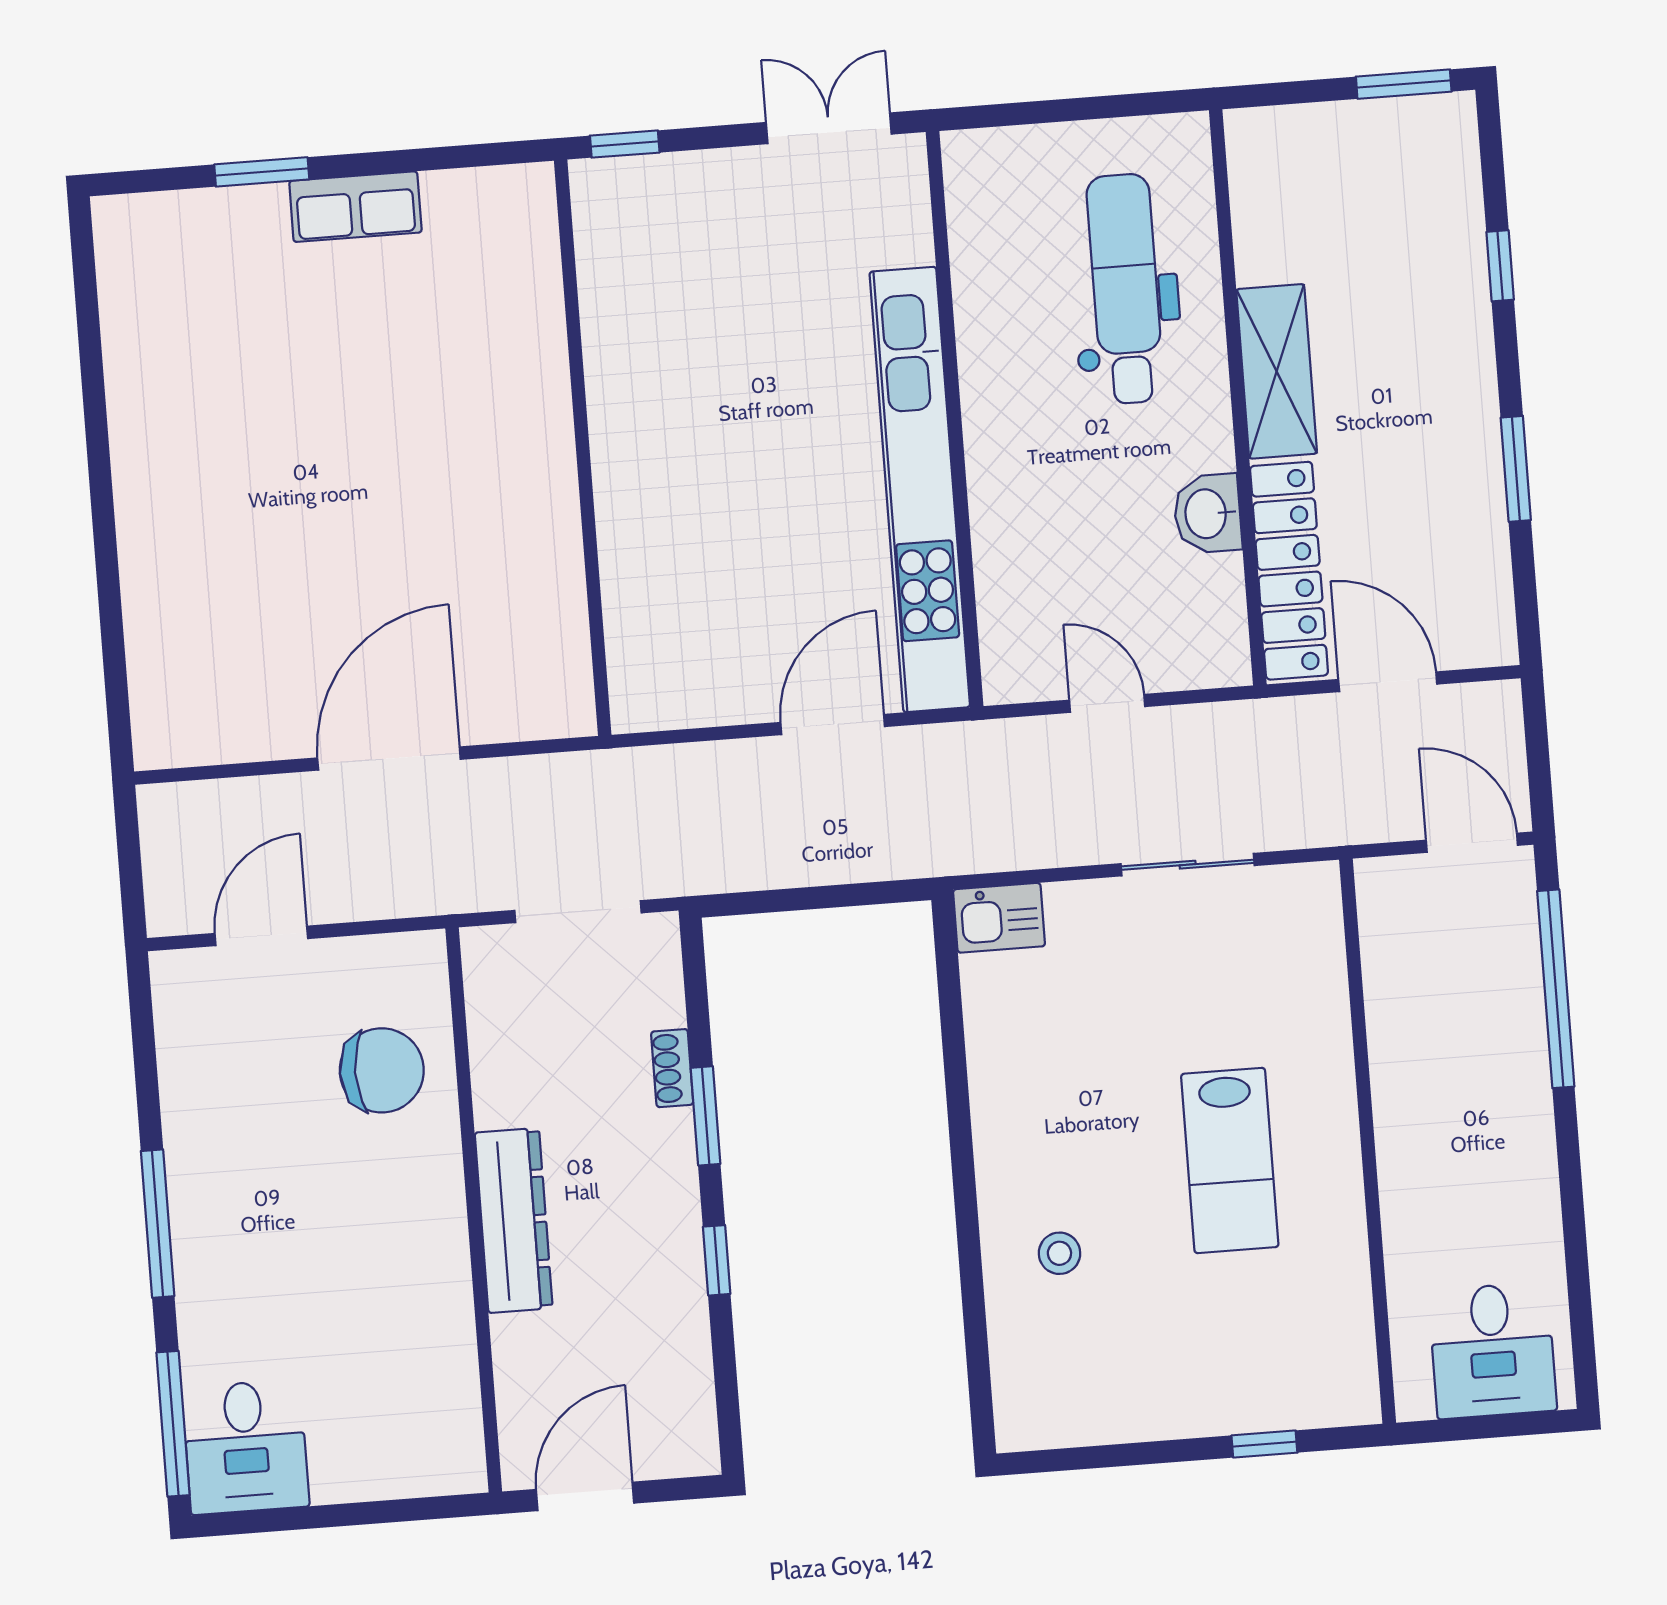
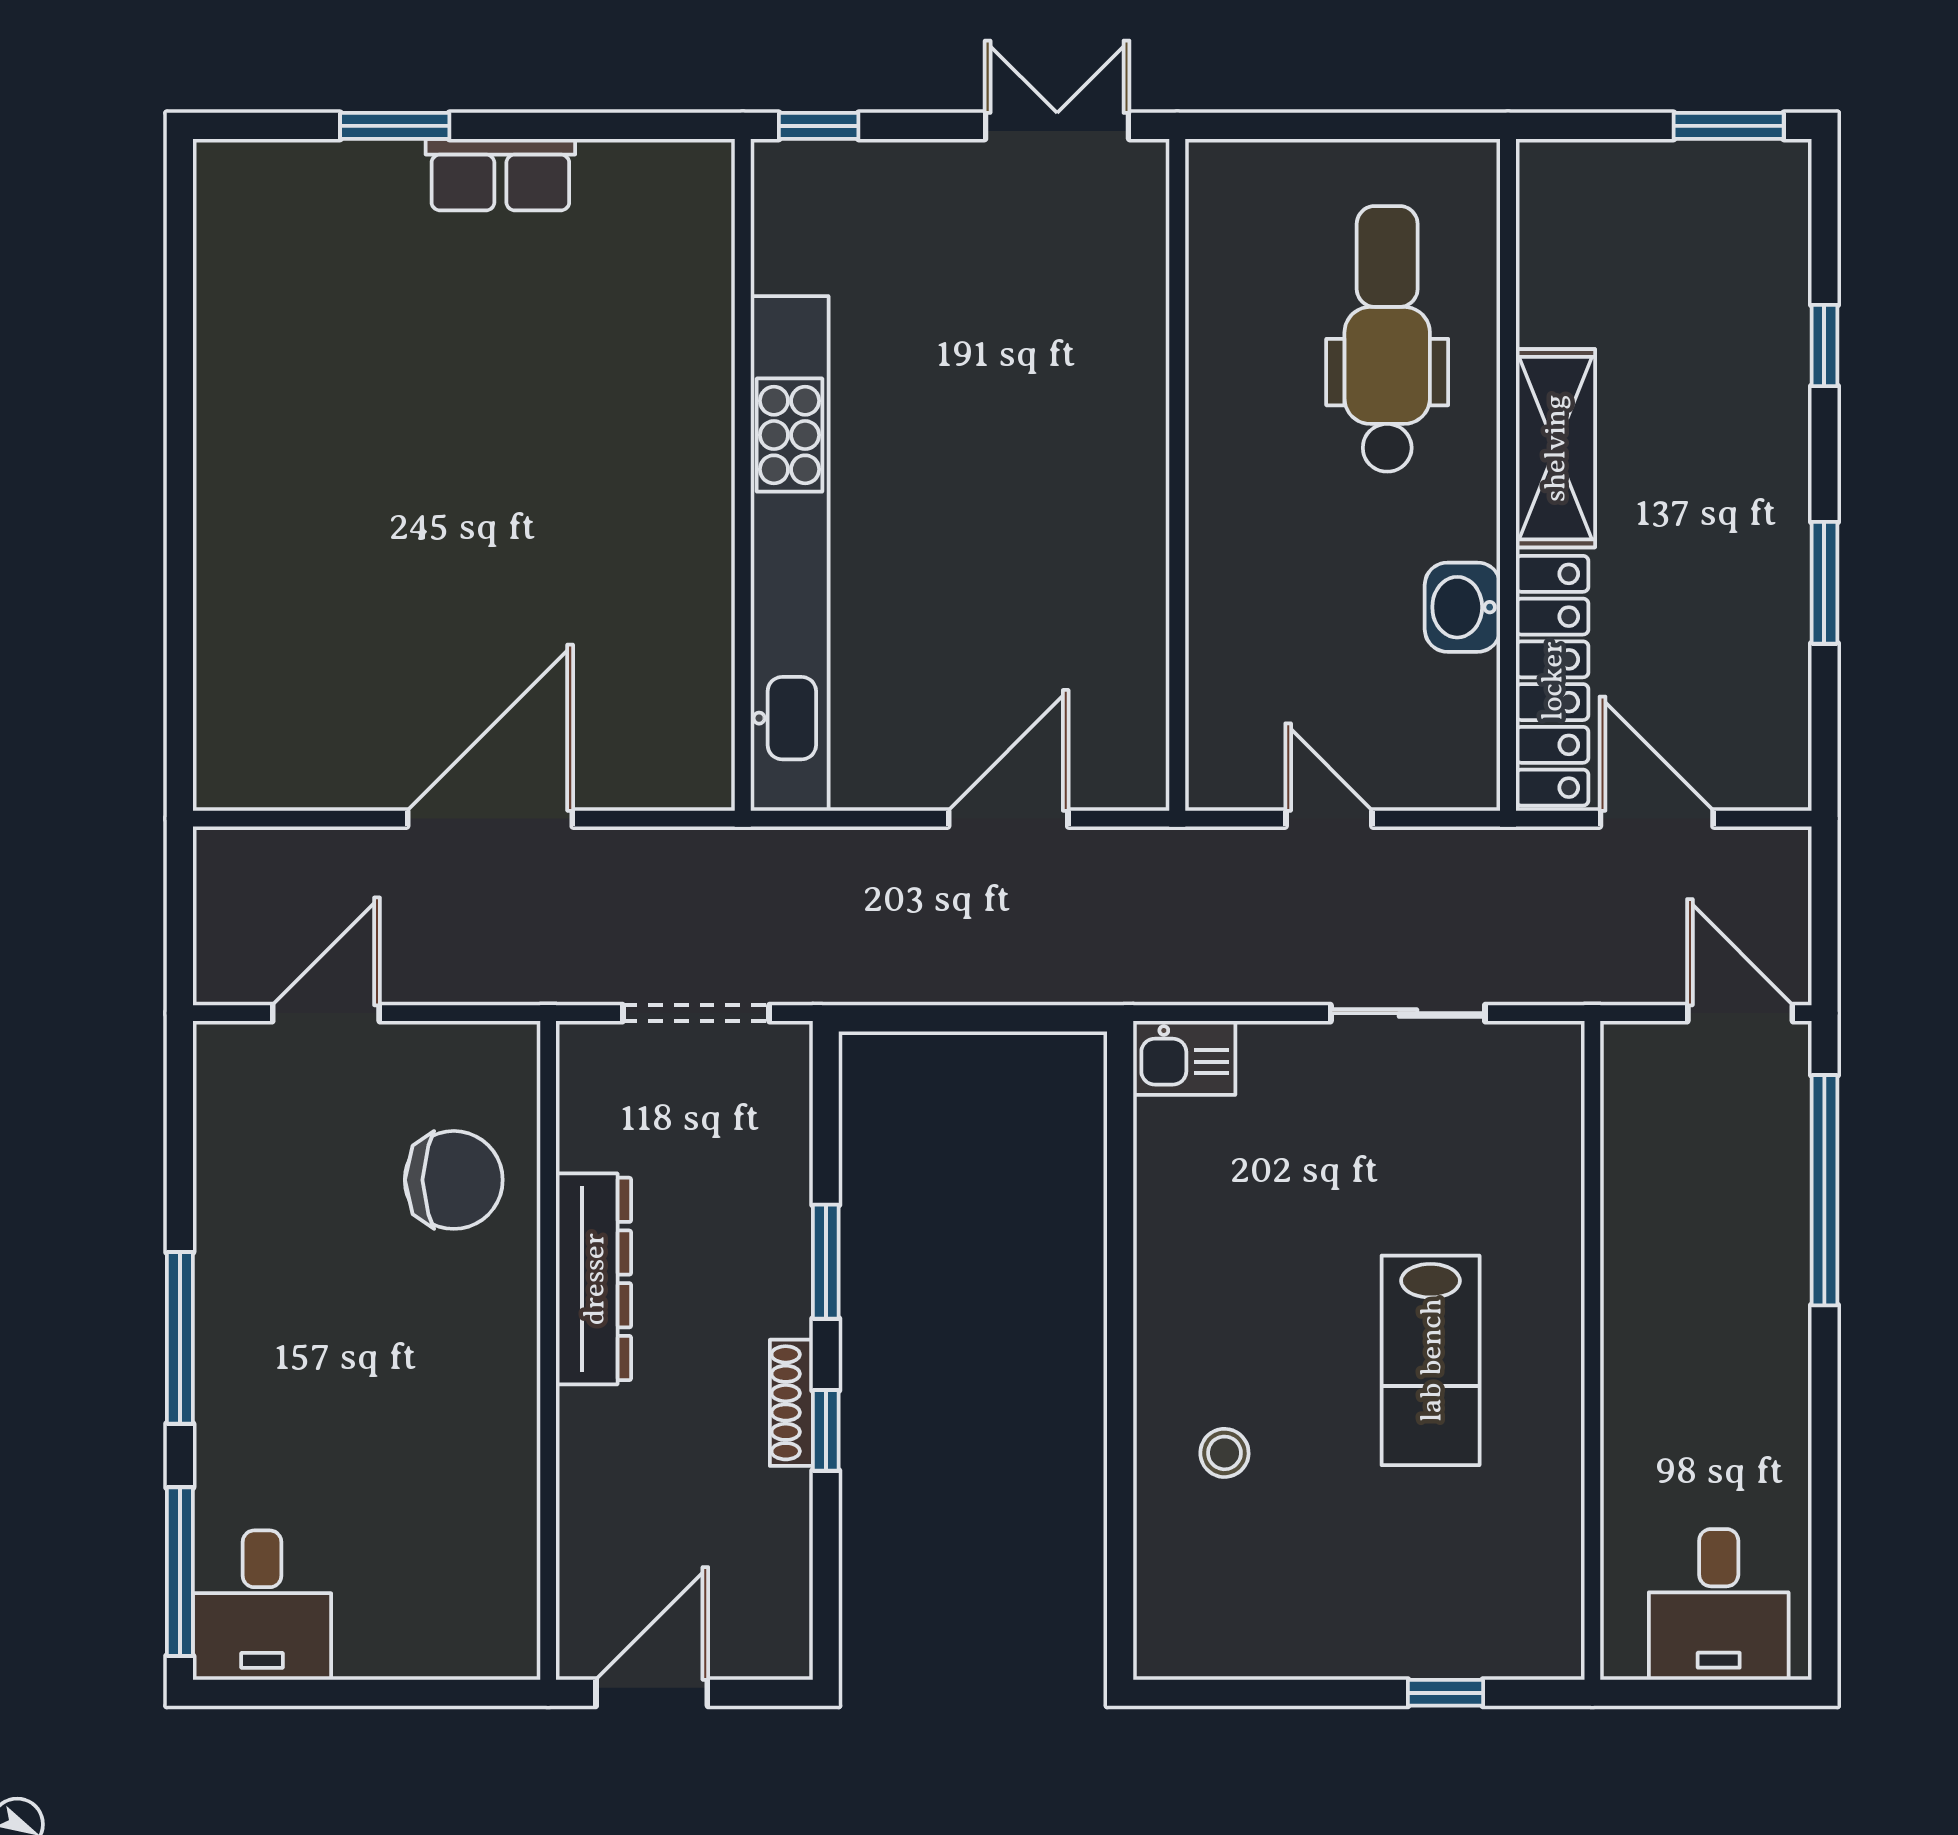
kitchen unit: (920, 489) -> (790, 553), moved, turned 180
shoe rack: (672, 1068) -> (791, 1403), moved, width x1.43
dresser: (514, 1220) -> (594, 1279), moved

